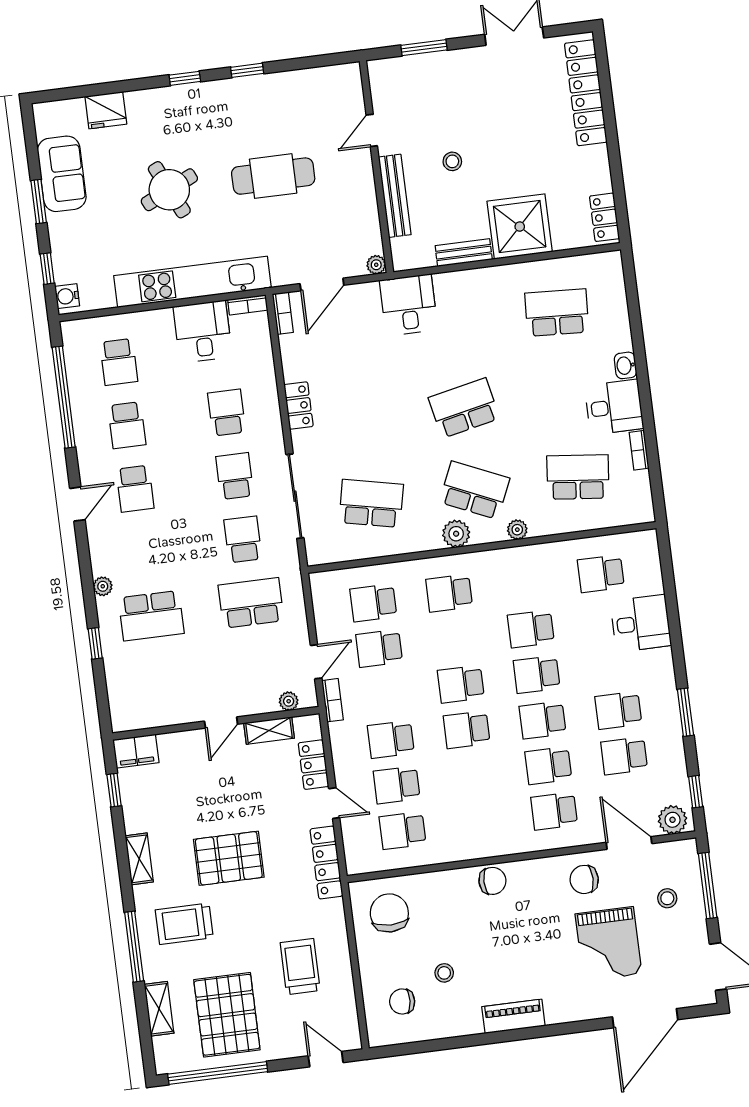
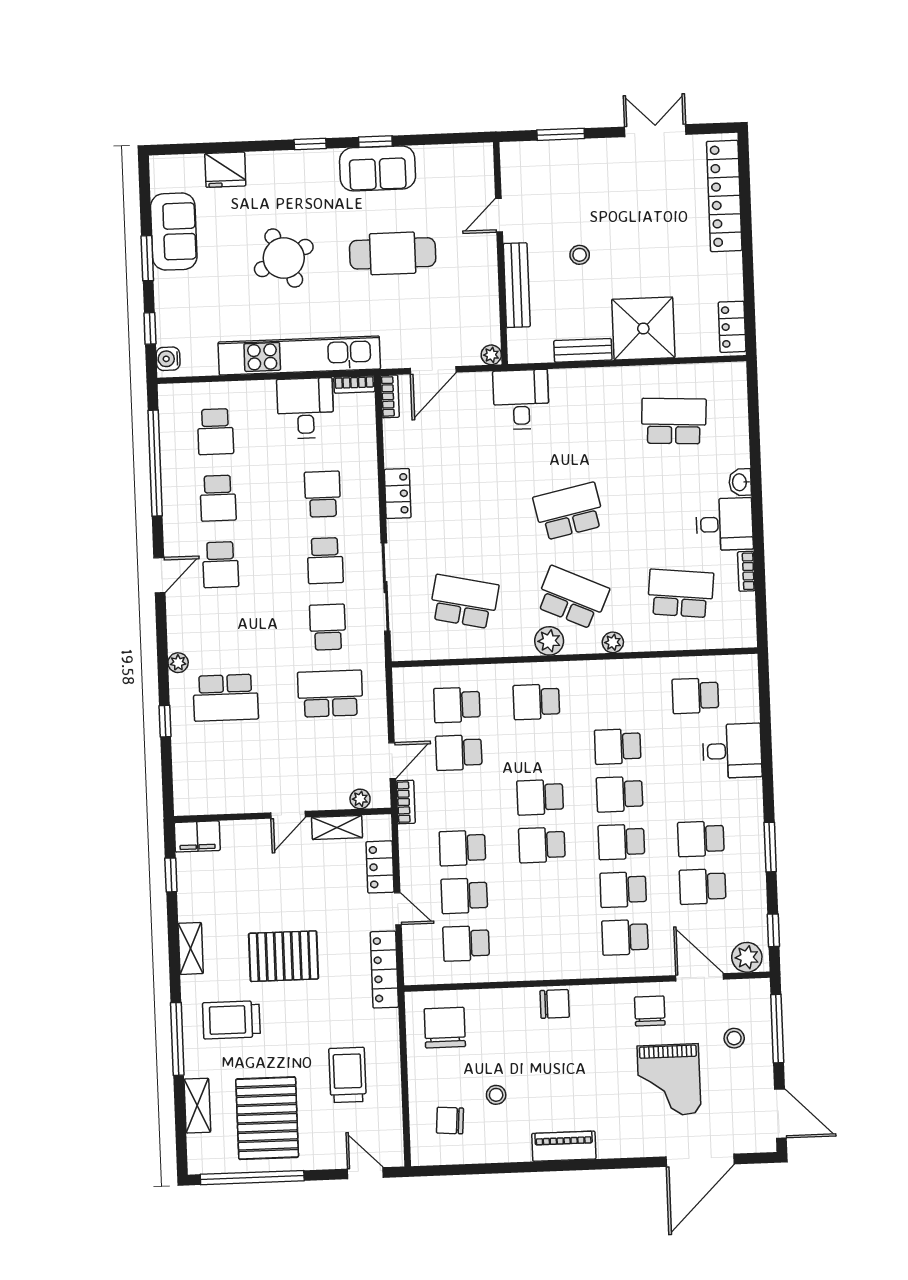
sofa: (251, 96) -> (378, 168), added
school desk: (235, 476) -> (325, 561), turned 180
chair: (584, 879) -> (650, 1011), turned 90

